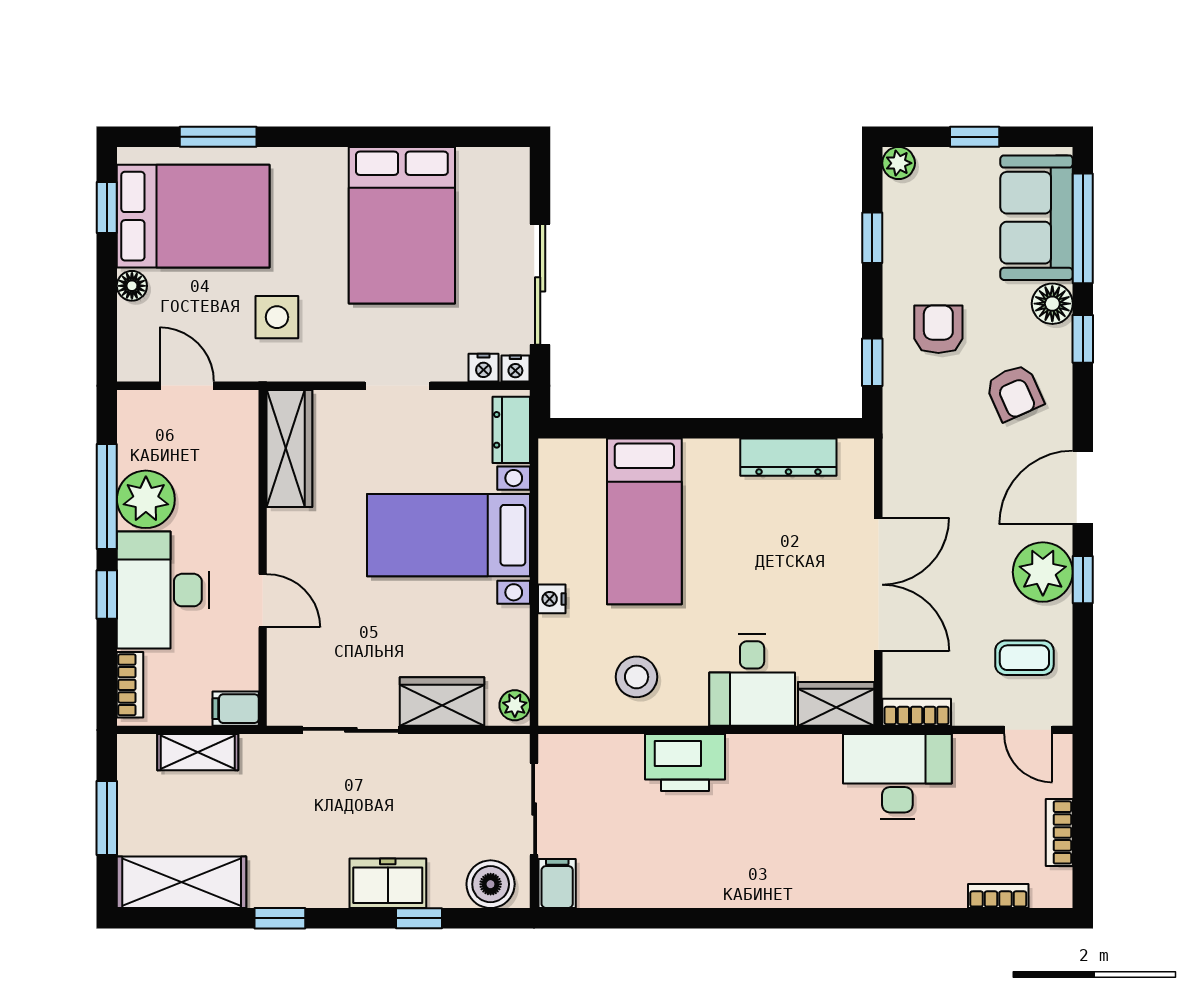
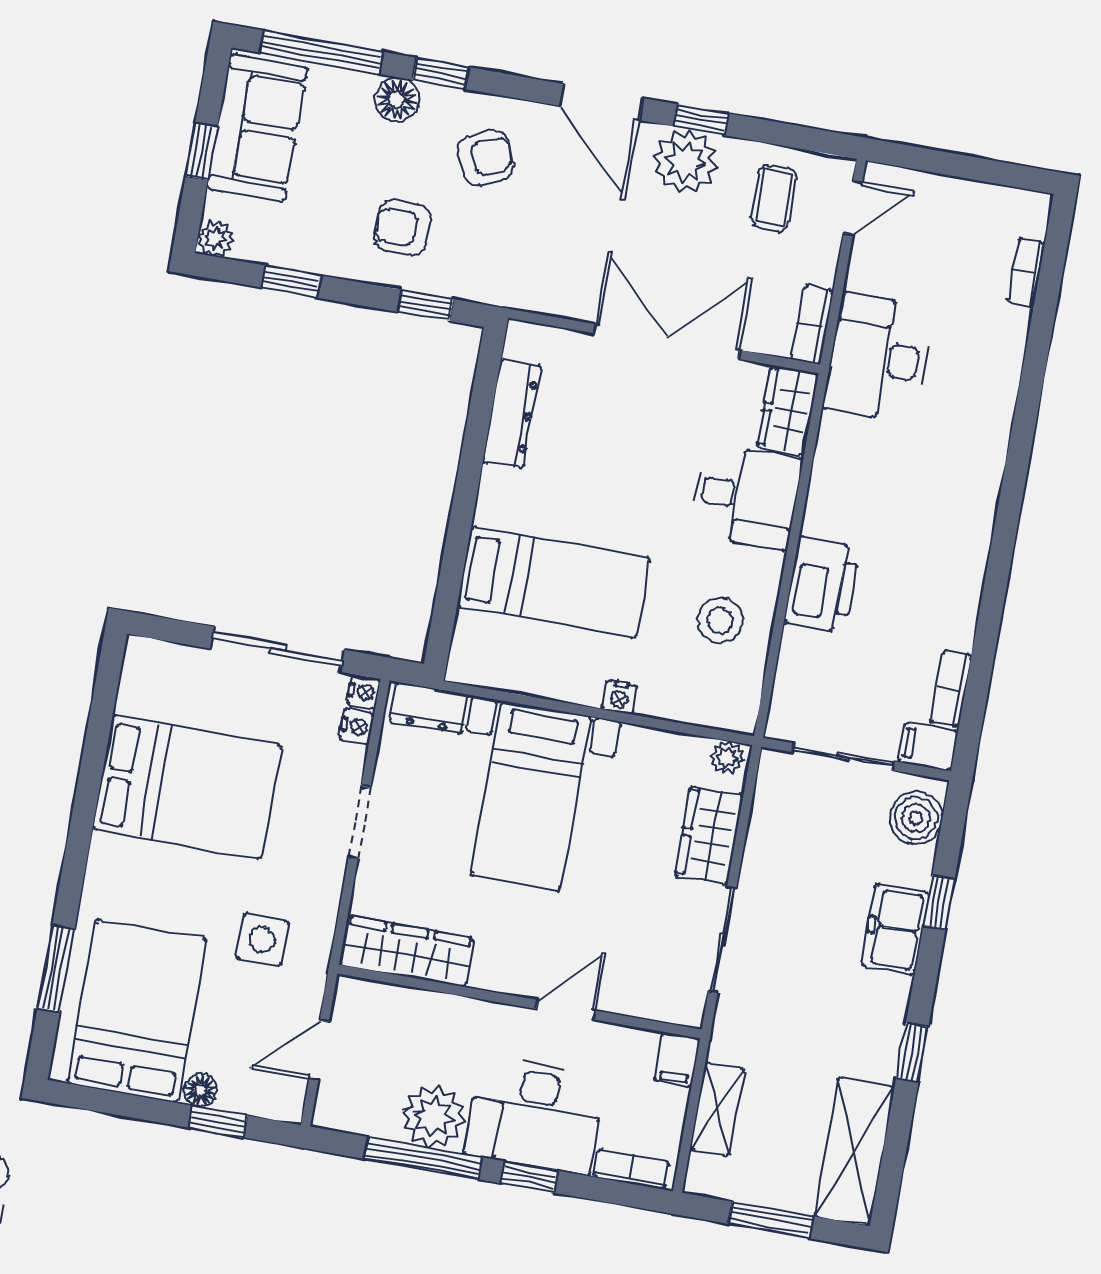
window: (107, 208) -> (218, 1122), moved
sofa: (1037, 218) -> (257, 128), moved, turned -90
bookcase: (1059, 832) -> (951, 688), moved, turned 90

